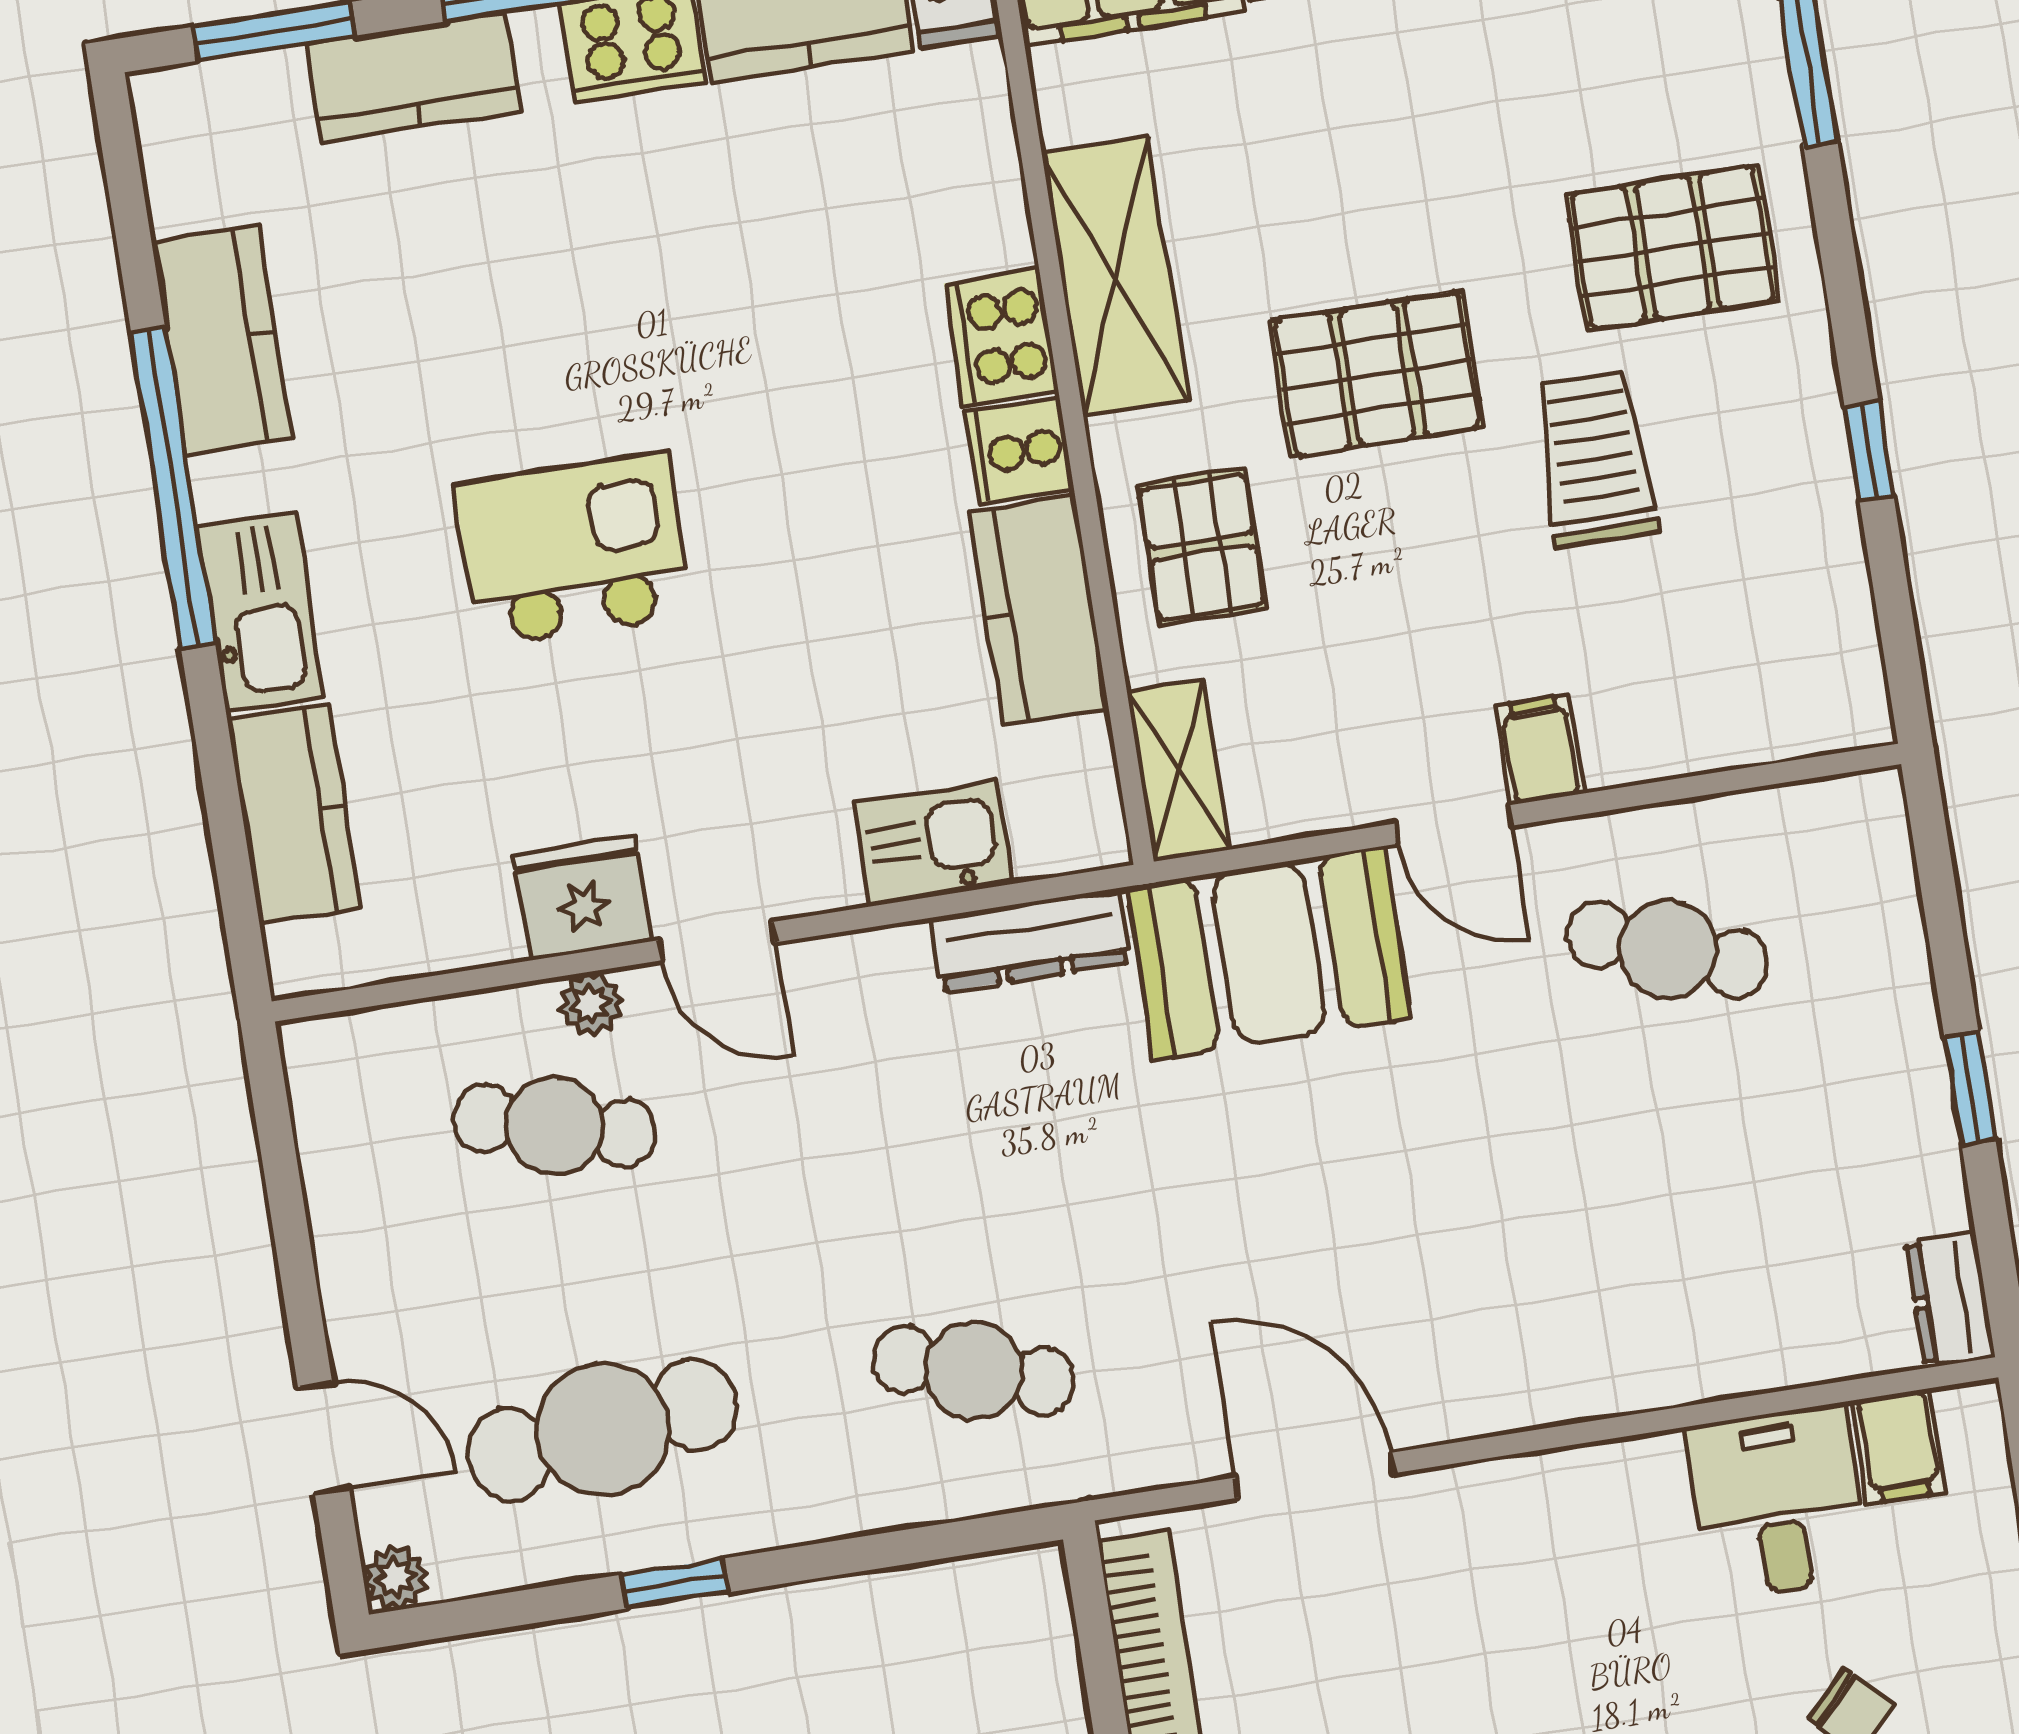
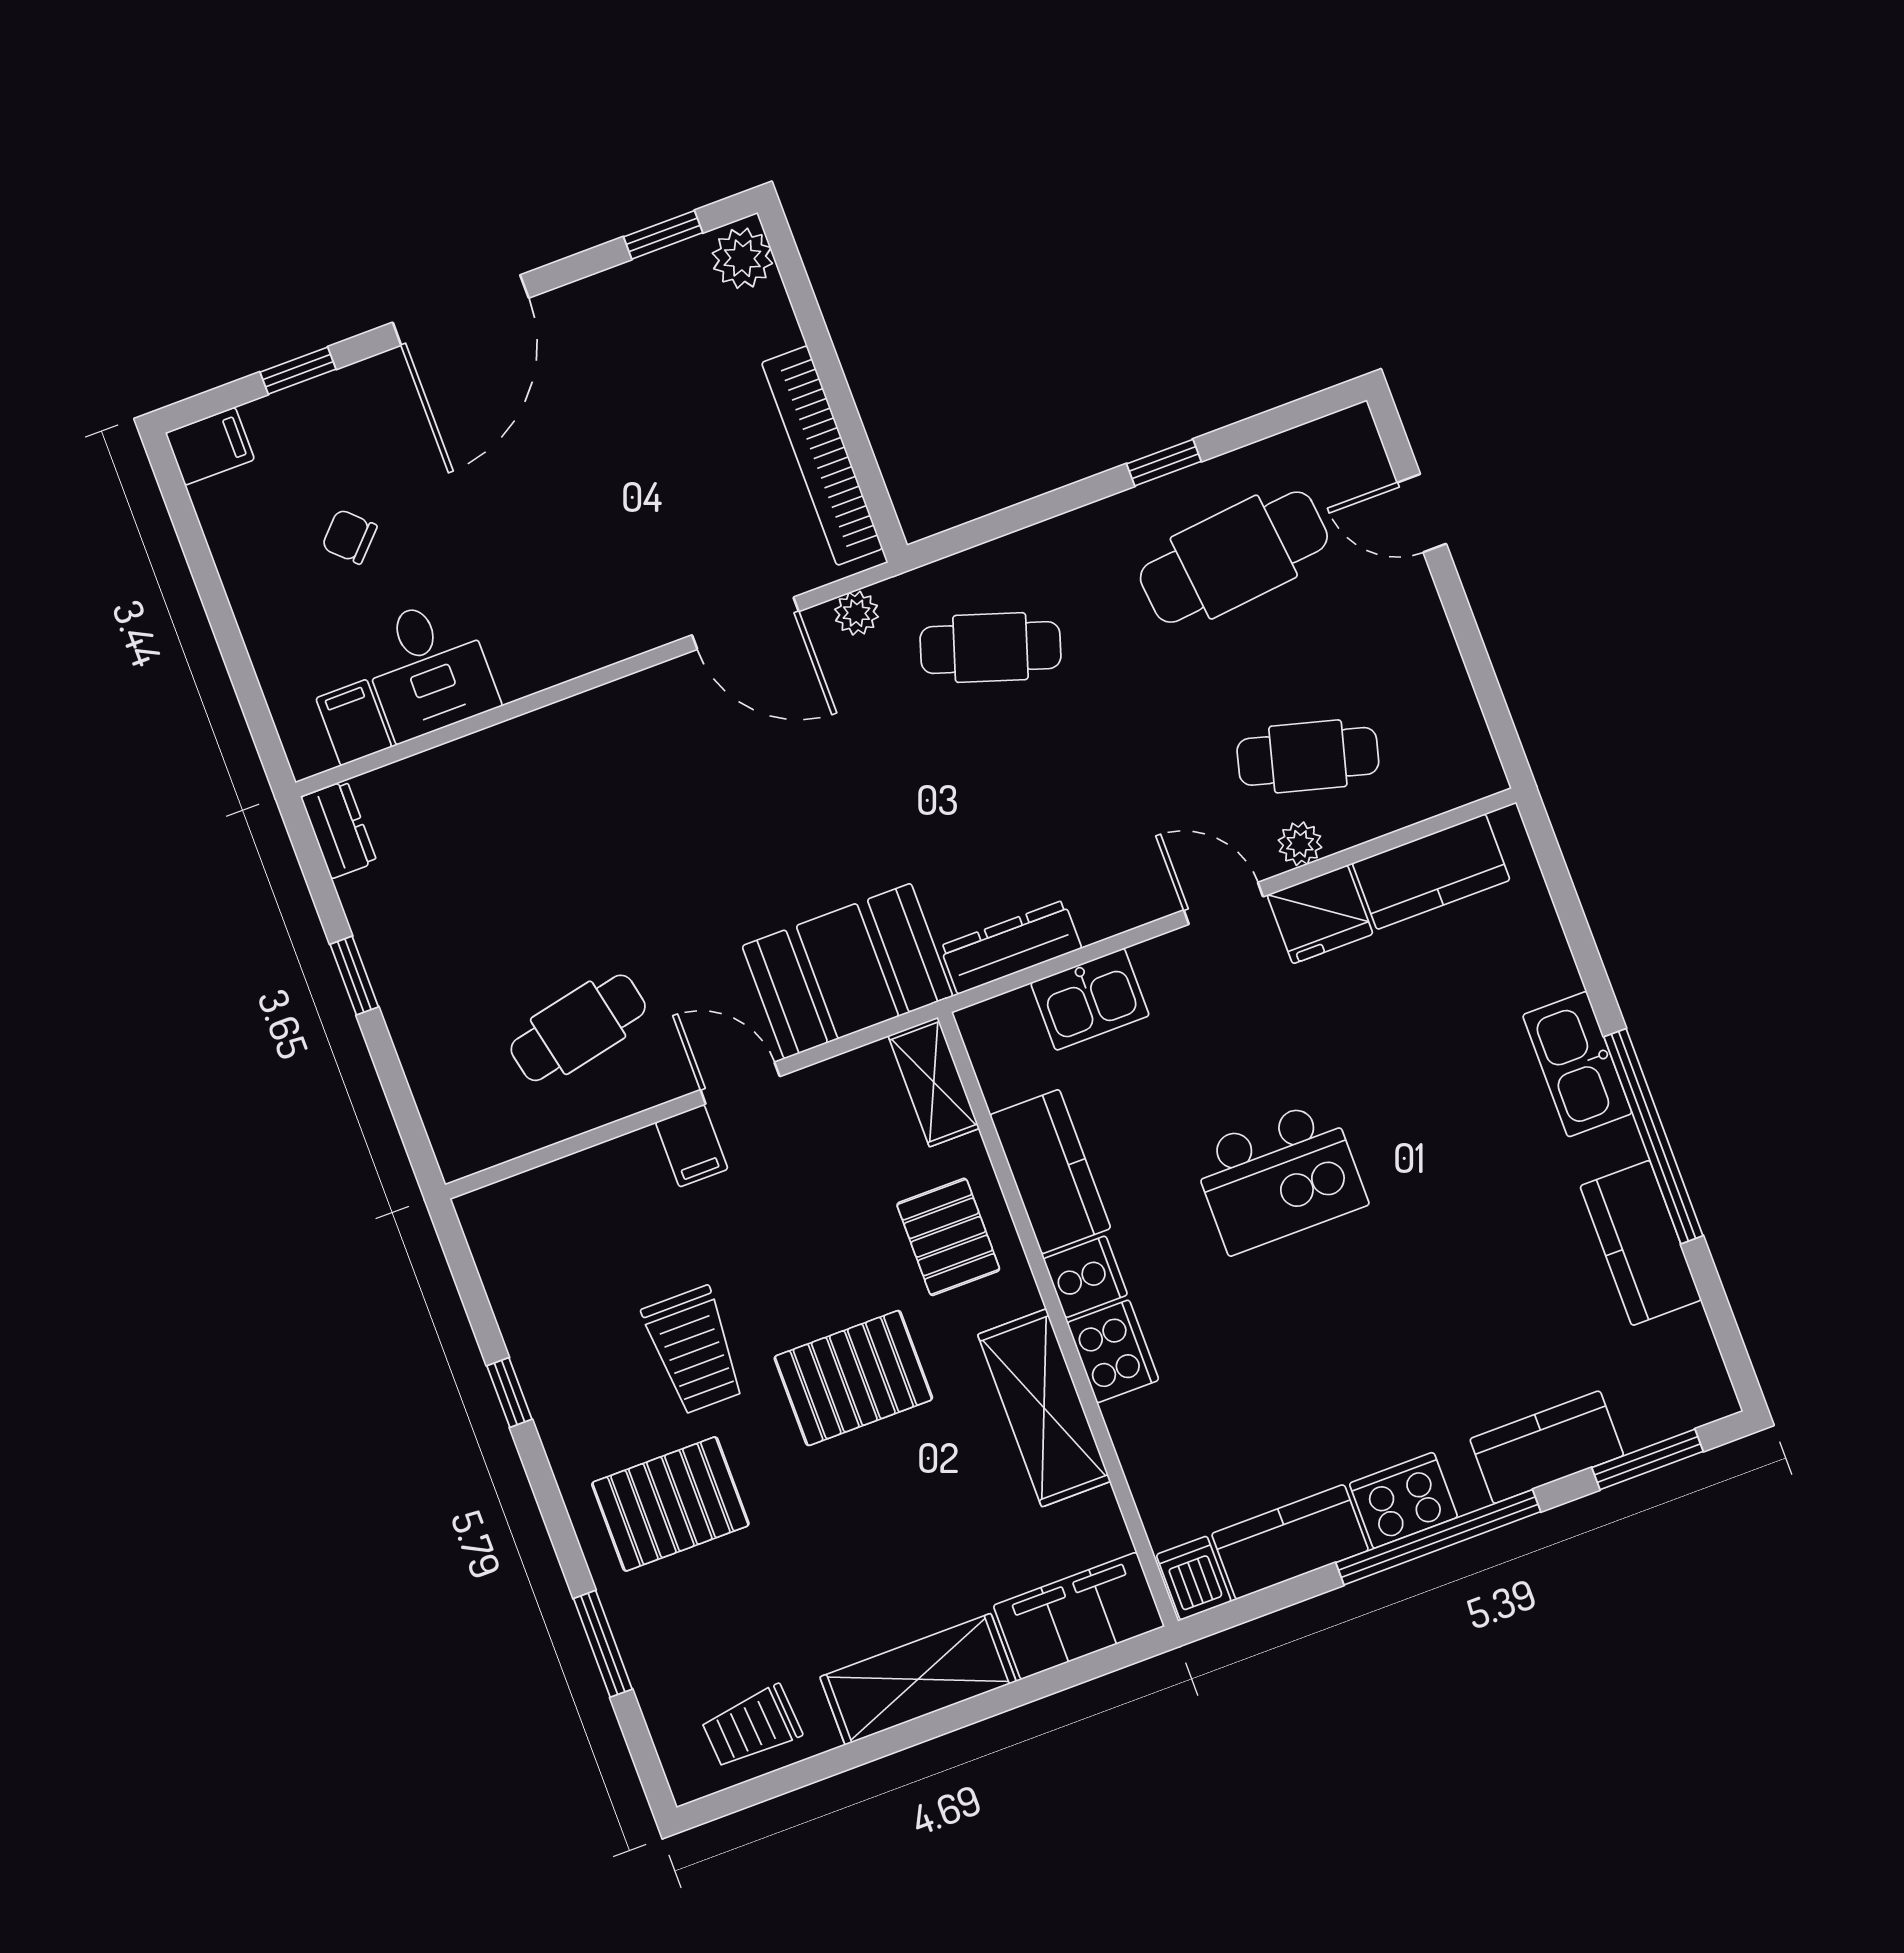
kitchen island: (574, 549) -> (1279, 1177), moved
kitchen counter: (294, 814) -> (1431, 872), moved, turned -90
cafe table: (1667, 949) -> (578, 1028), turned -33
plant: (395, 1578) -> (856, 613), moved

